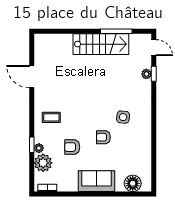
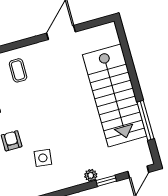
stairs: (101, 44) -> (115, 95), width x1.36, depth x1.51
plant: (146, 74) -> (91, 175), moved

